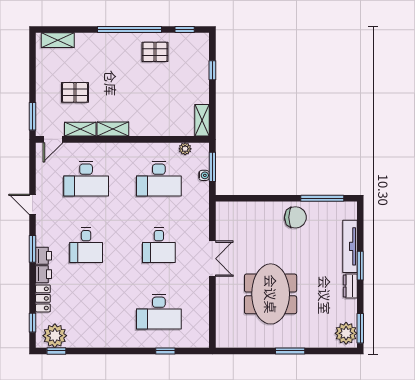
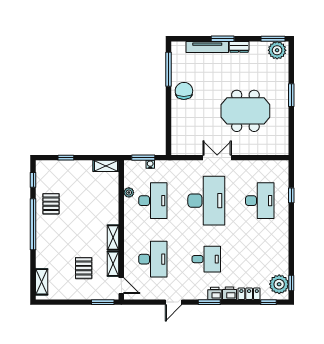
plant: (185, 149) -> (129, 192), moved
desk: (159, 245) -> (206, 201), width x1.87, depth x1.30

